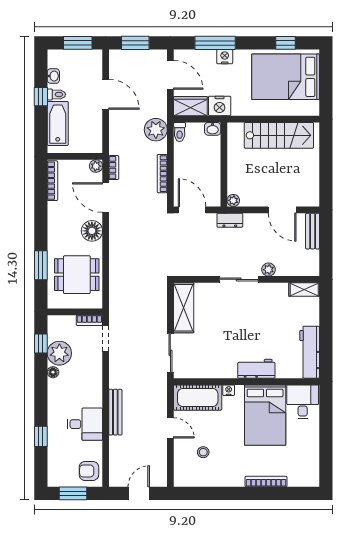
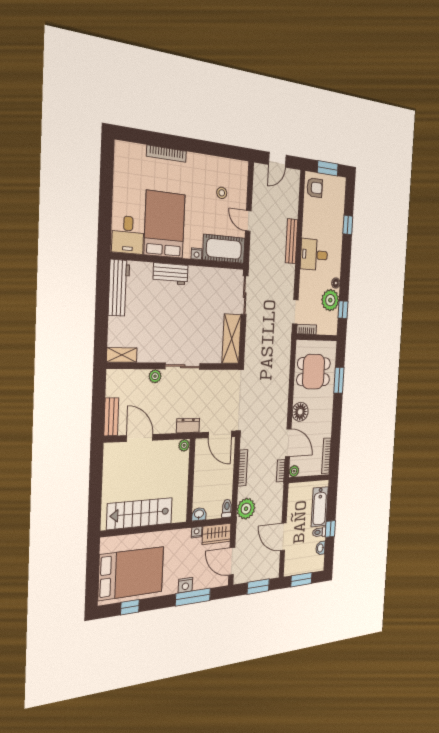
nightstand: (220, 106) -> (197, 532), width x0.53, depth x0.56
desk: (85, 424) -> (314, 255), moved

